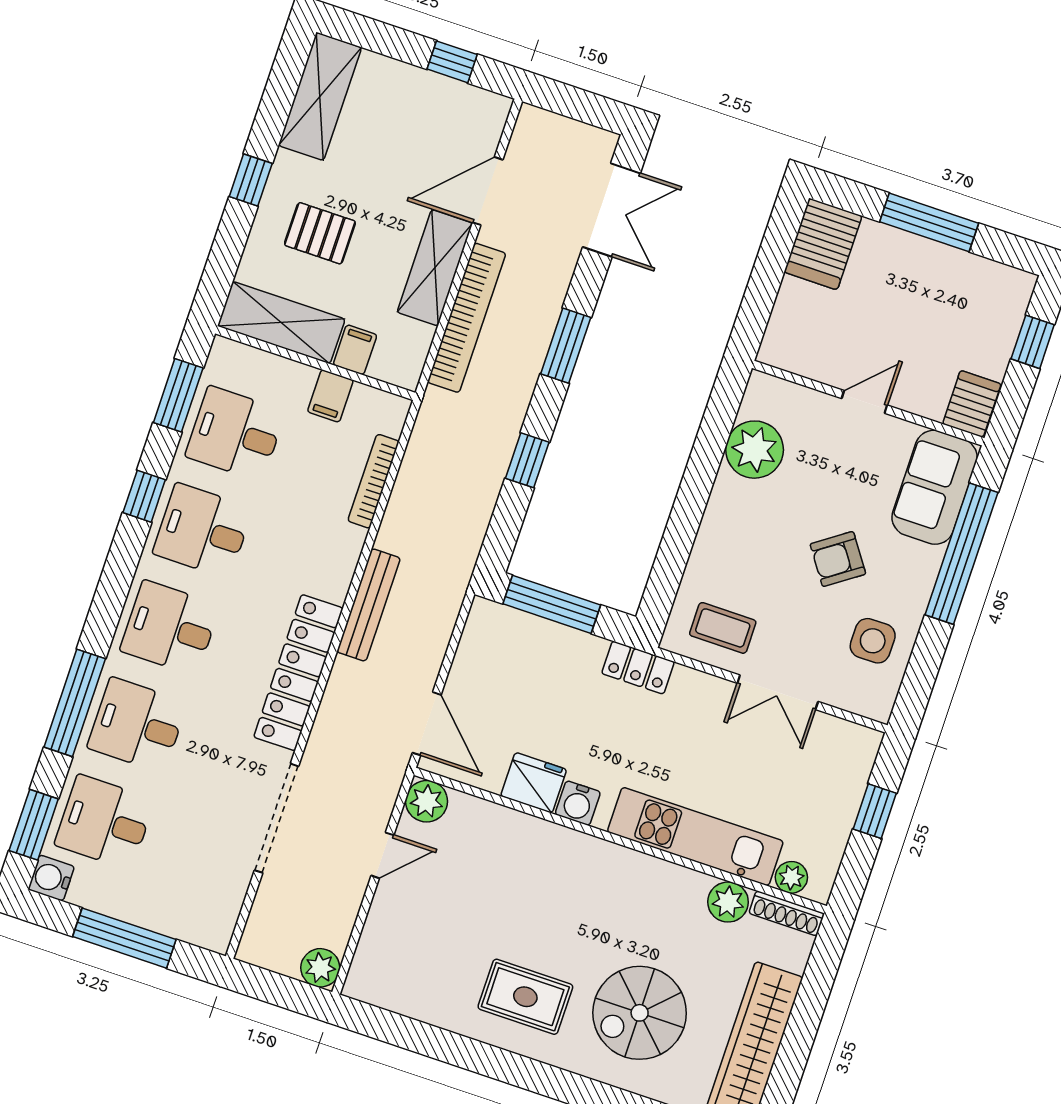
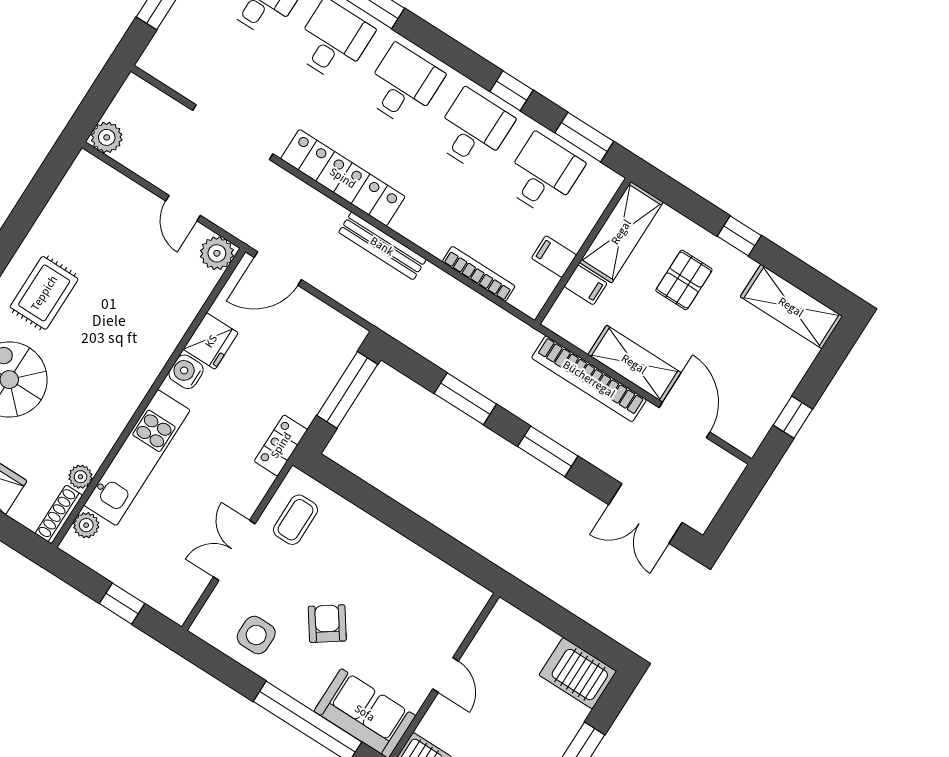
plant: (755, 450) -> (429, 579), removed
window: (527, 460) -> (465, 399), width x1.50
plant: (728, 902) -> (80, 477), width x0.73, depth x0.73

